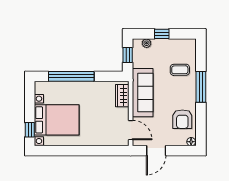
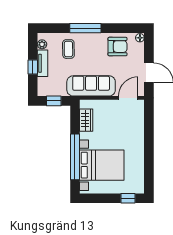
plant: (147, 43) -> (42, 44), moved
tv unit: (166, 44) -> (43, 63), added
wardrobe: (122, 96) -> (86, 120), moved, turned -90
bed with nightstands: (57, 120) -> (102, 165), moved, turned 90

